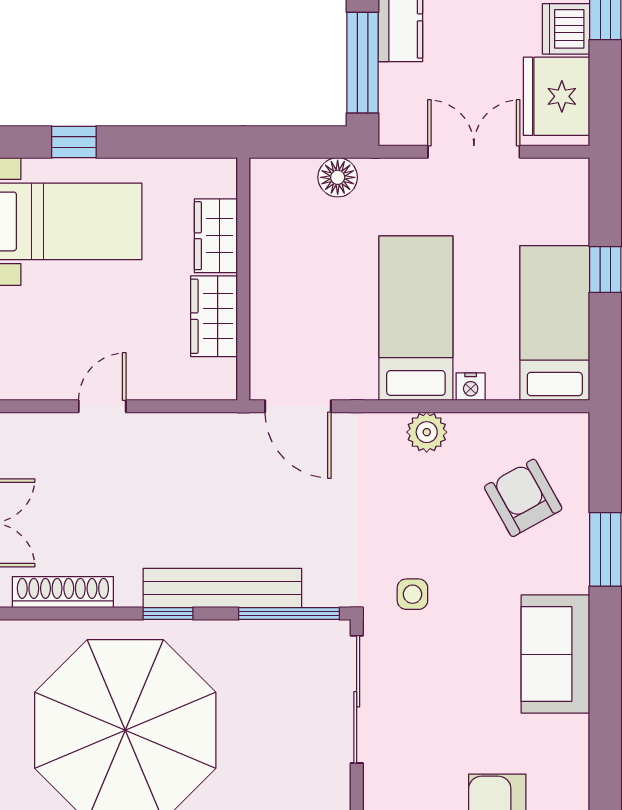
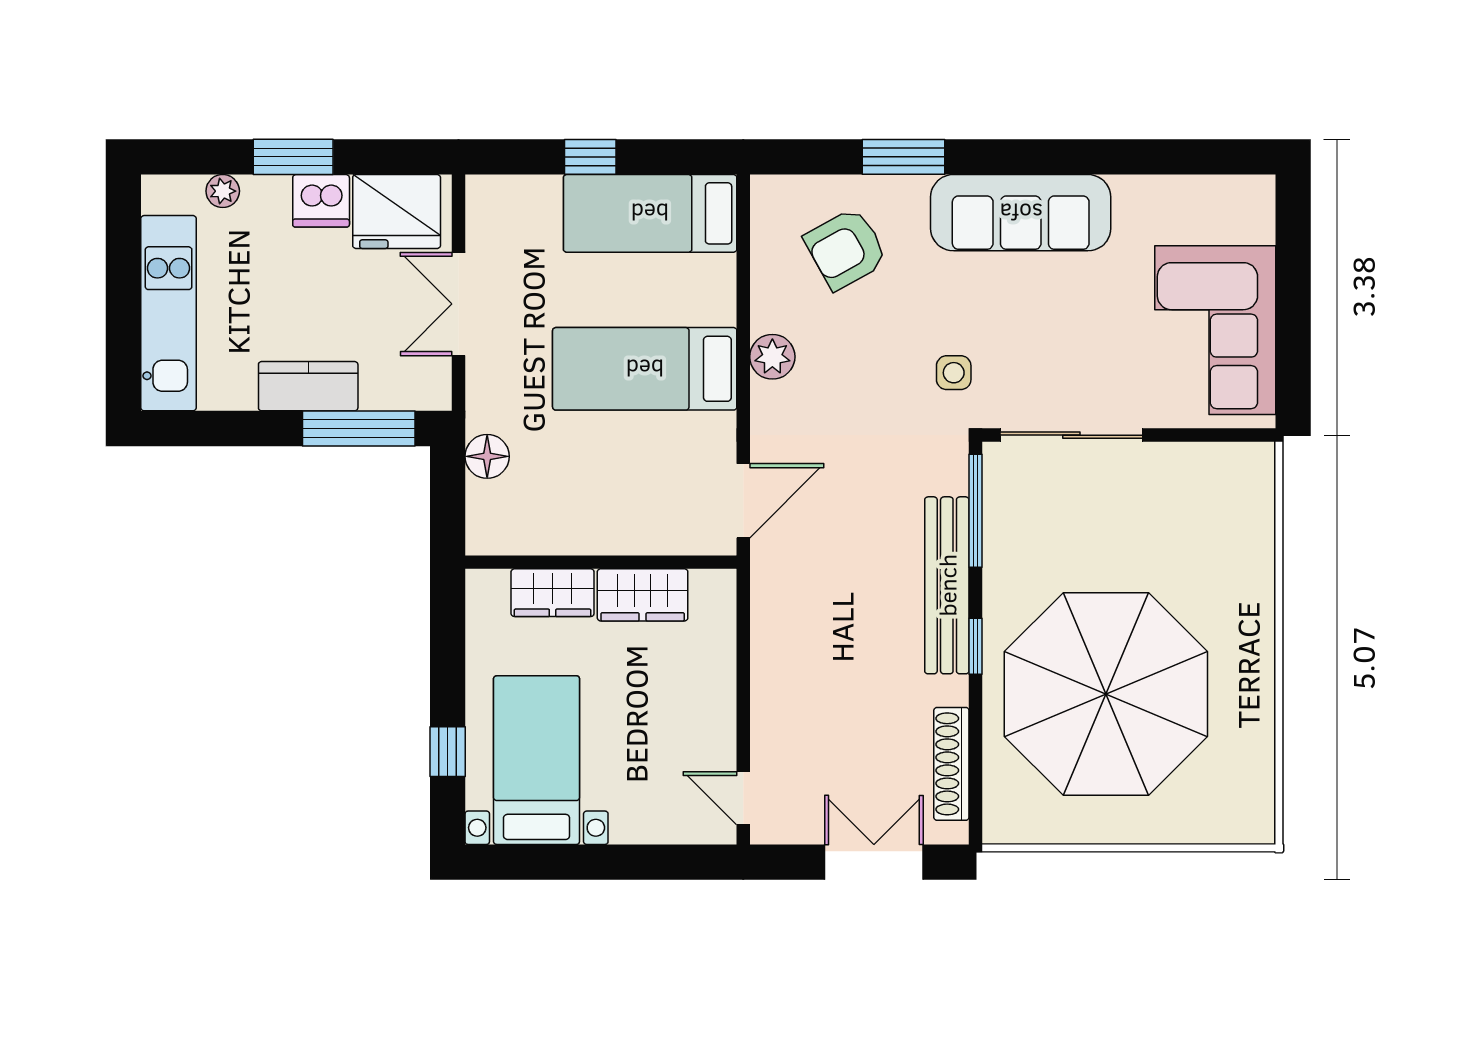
nightstand: (471, 387) -> (721, 308), removed
door: (102, 406) -> (743, 798), moved
sofa: (555, 654) -> (1021, 213), width x1.36

